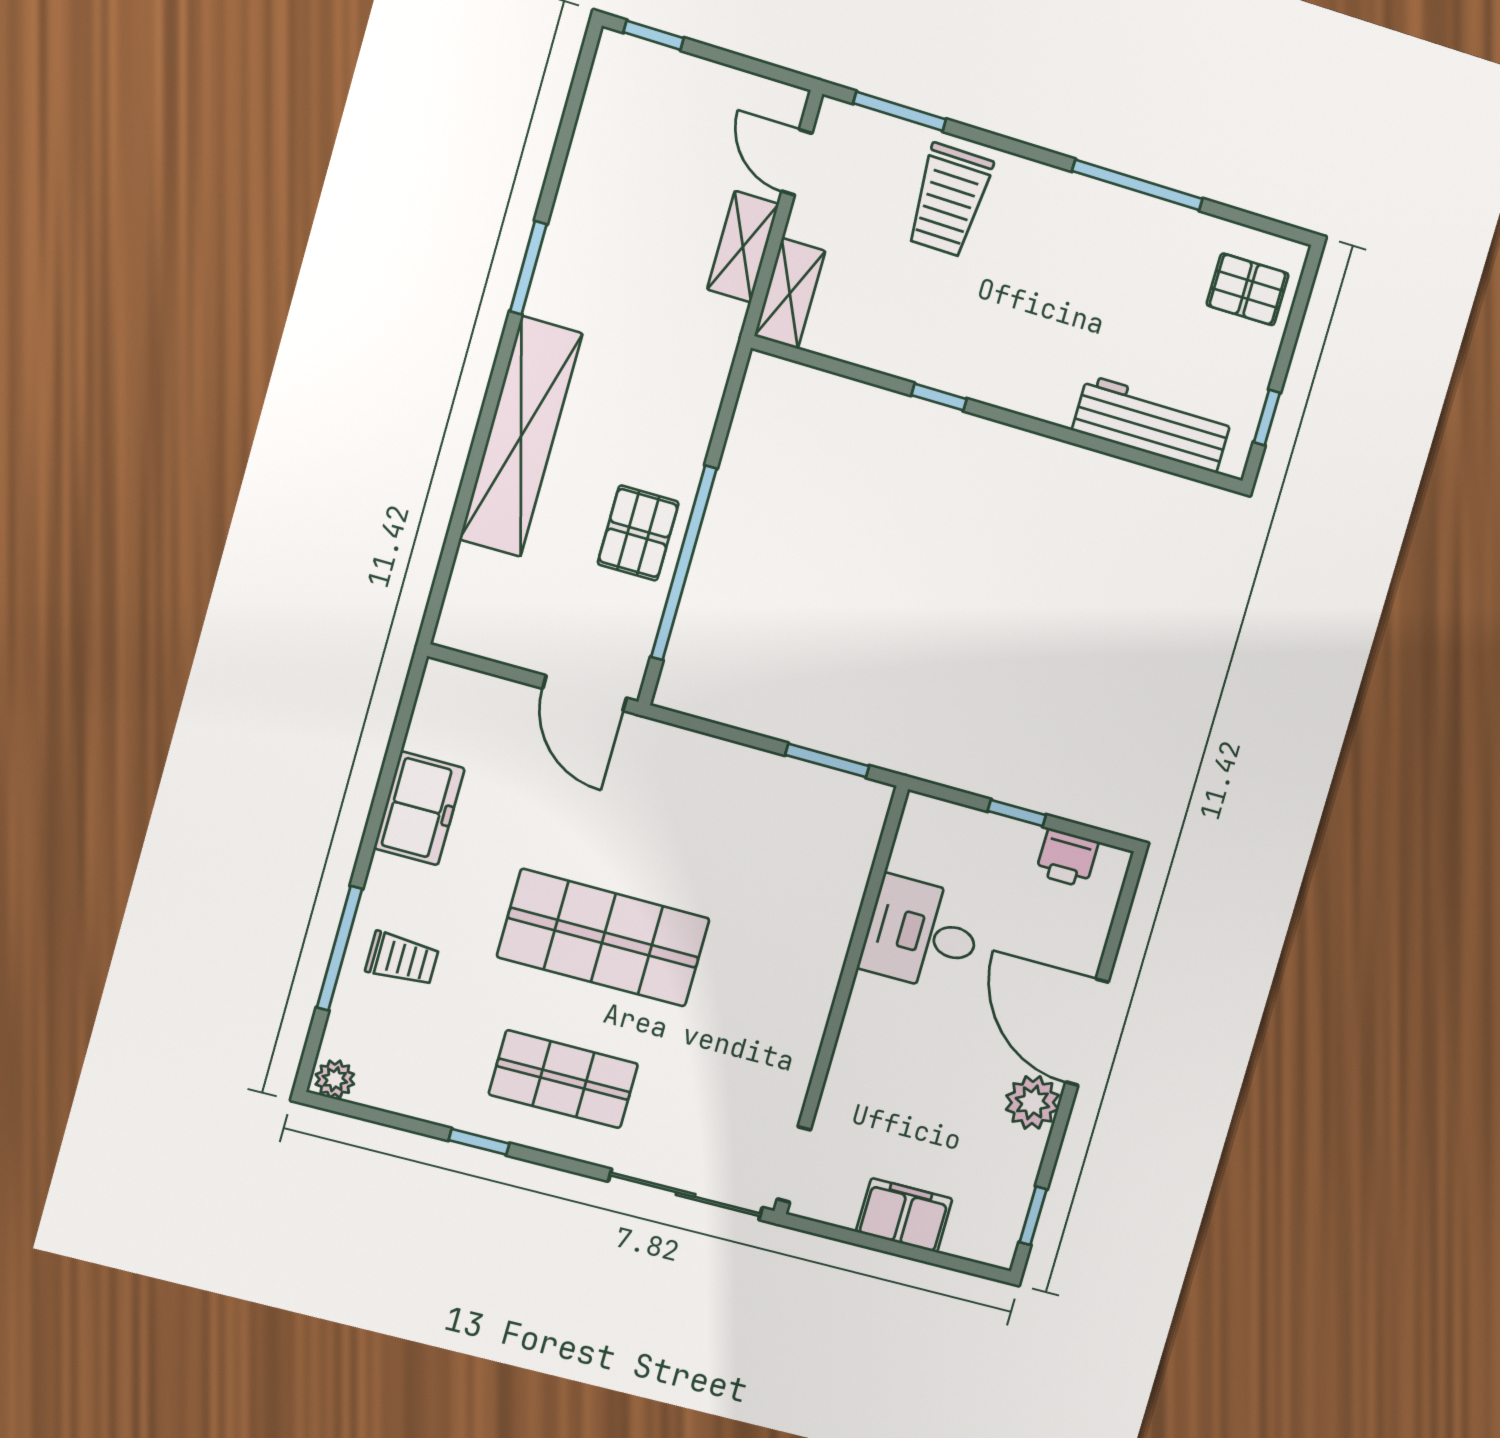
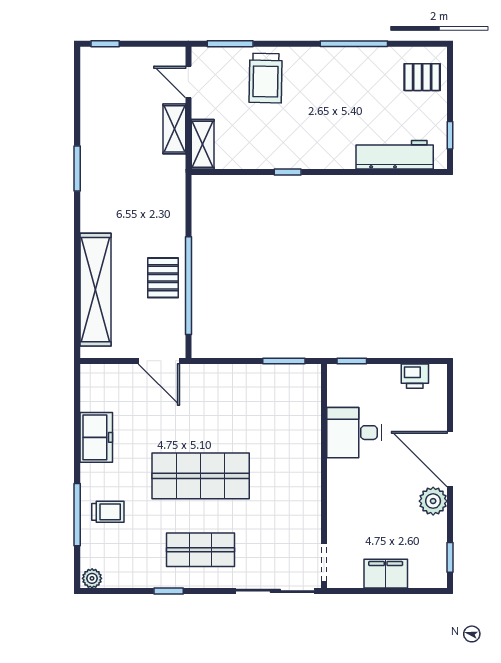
shelving: (521, 437) -> (95, 290), moved
window: (1017, 813) -> (352, 361), moved

